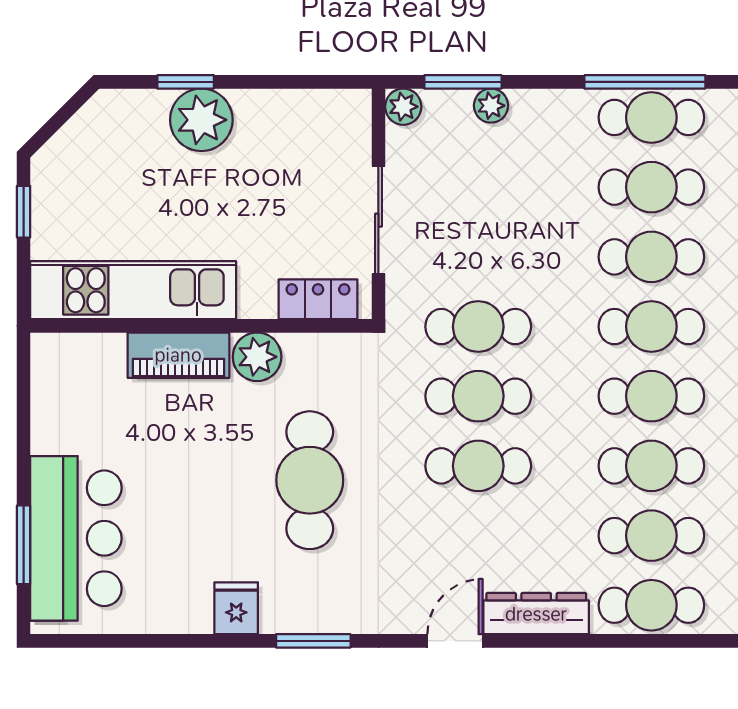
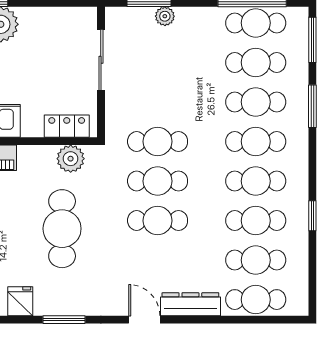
plant: (403, 107) -> (115, 17), removed
sliding door: (378, 220) -> (101, 60), moved
plant: (257, 357) -> (71, 159), moved
door: (455, 641) -> (144, 320), hinge flipped

